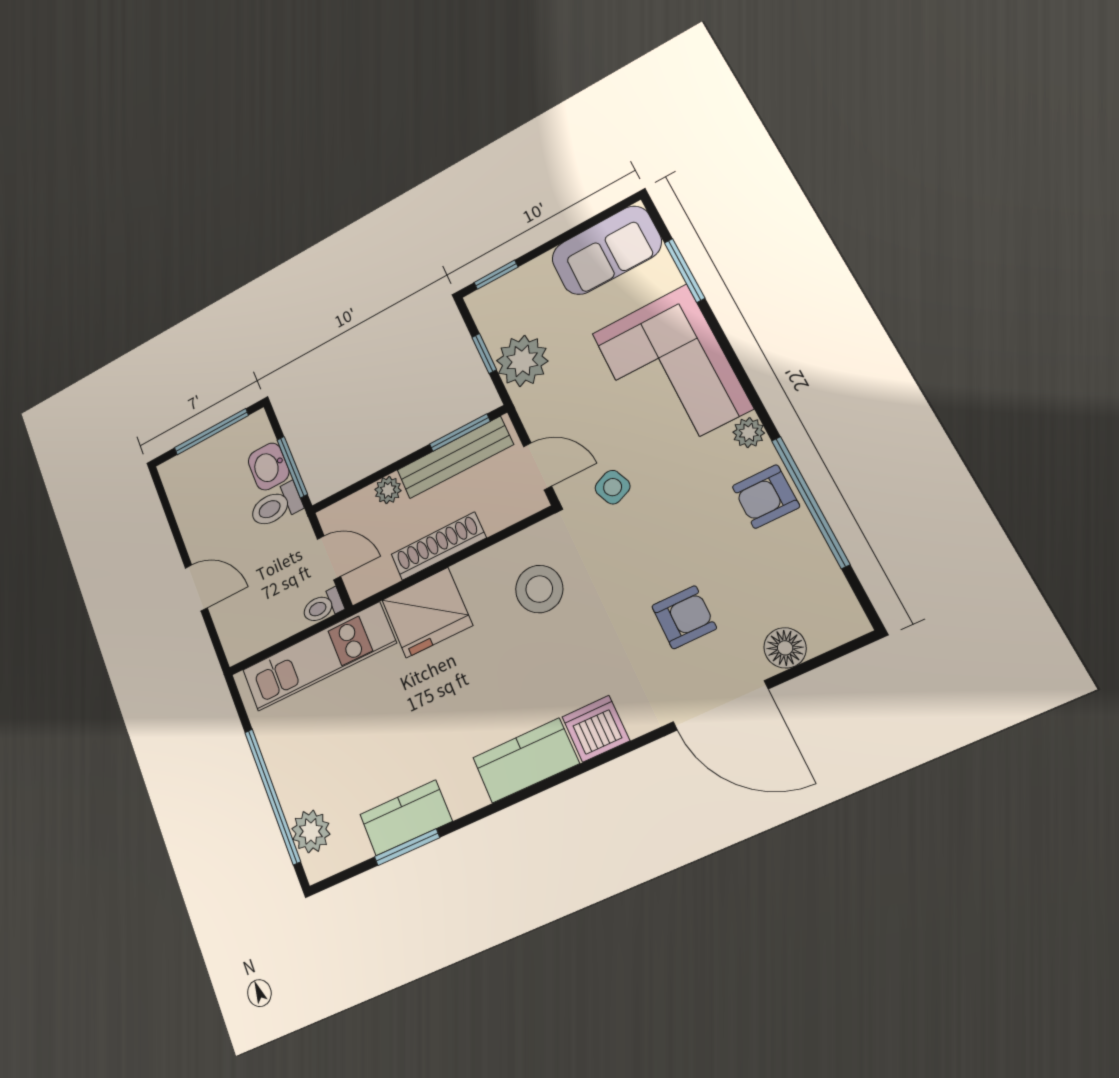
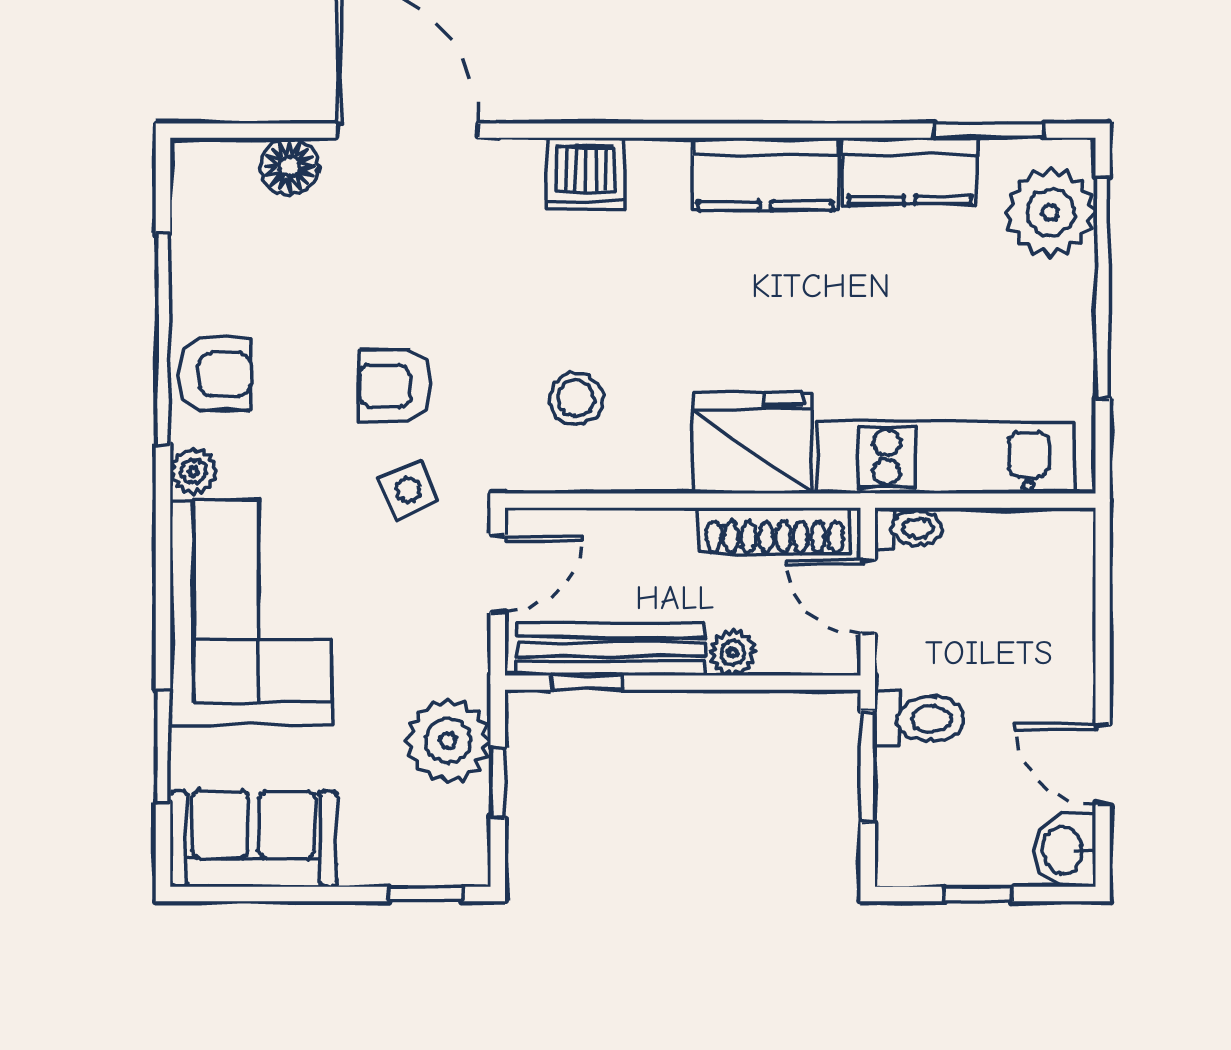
window: (211, 432) -> (978, 894), width x0.46
window: (460, 433) -> (587, 683), width x0.67
door: (538, 466) -> (498, 574), swing flipped
washbasin: (269, 467) -> (1065, 850), moved, turned 180
shoe rack: (438, 546) -> (775, 531), moved
door: (196, 588) -> (1103, 765), moved
stool: (539, 589) -> (576, 399), width x0.73, depth x0.73
armchair: (684, 617) -> (395, 386), moved
kitchen counter: (526, 761) -> (765, 174), moved
plant: (311, 831) -> (1051, 212), width x1.36, depth x1.36
window: (407, 847) -> (989, 131), moved

